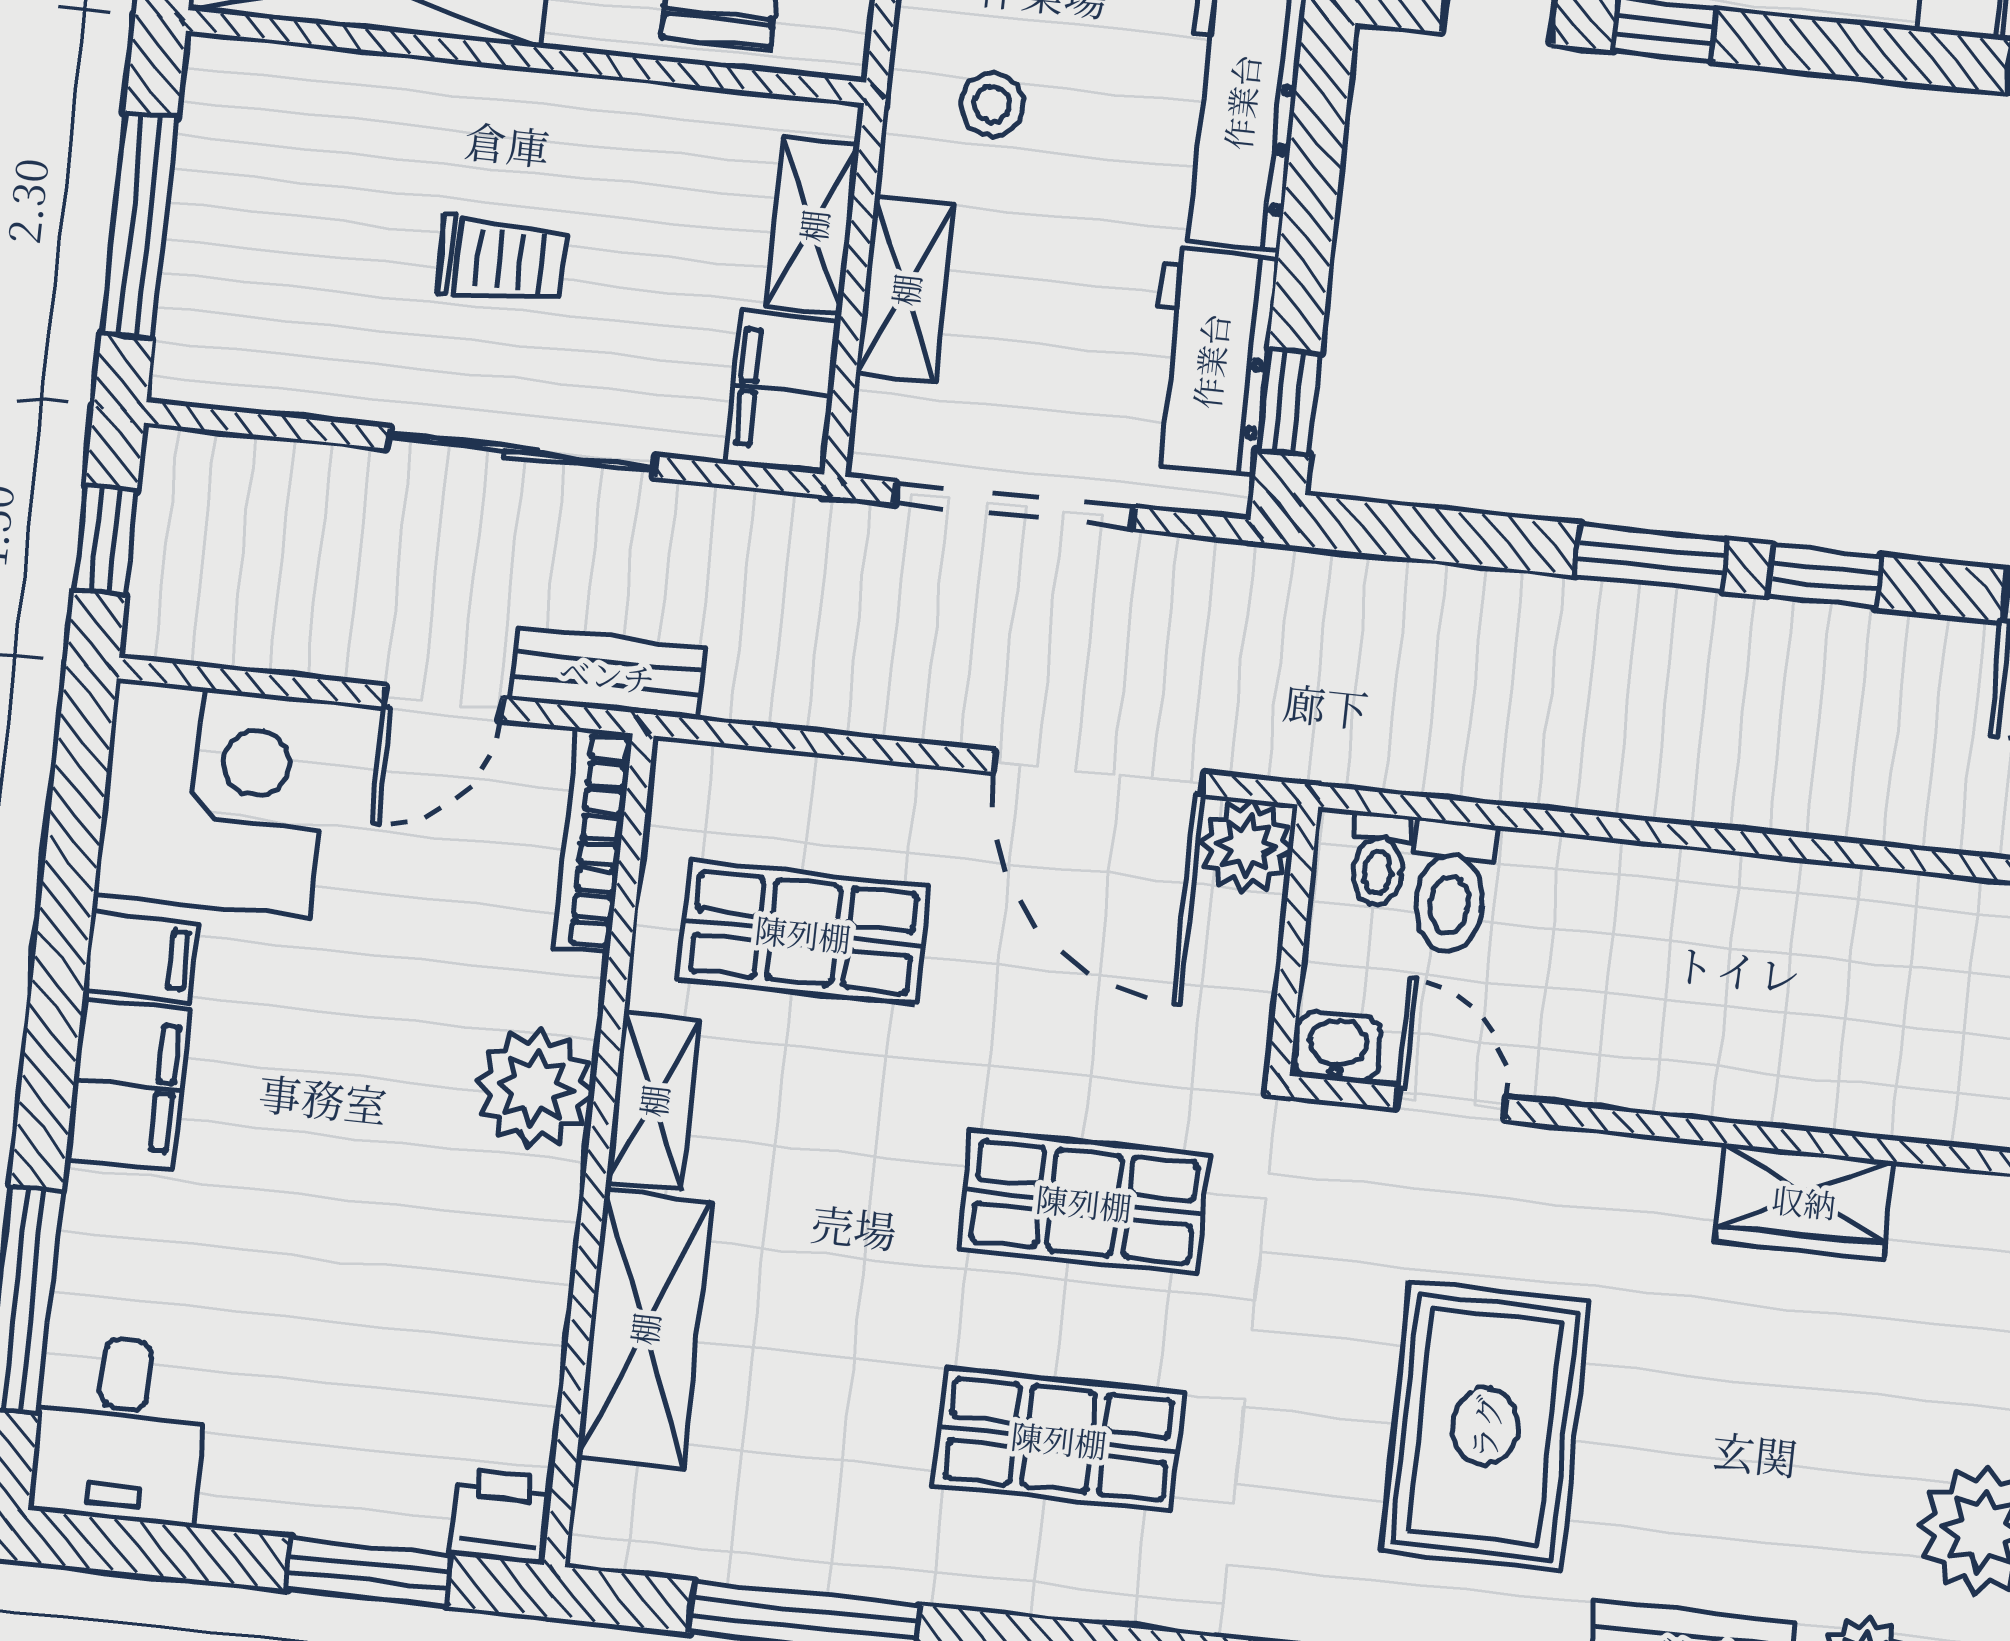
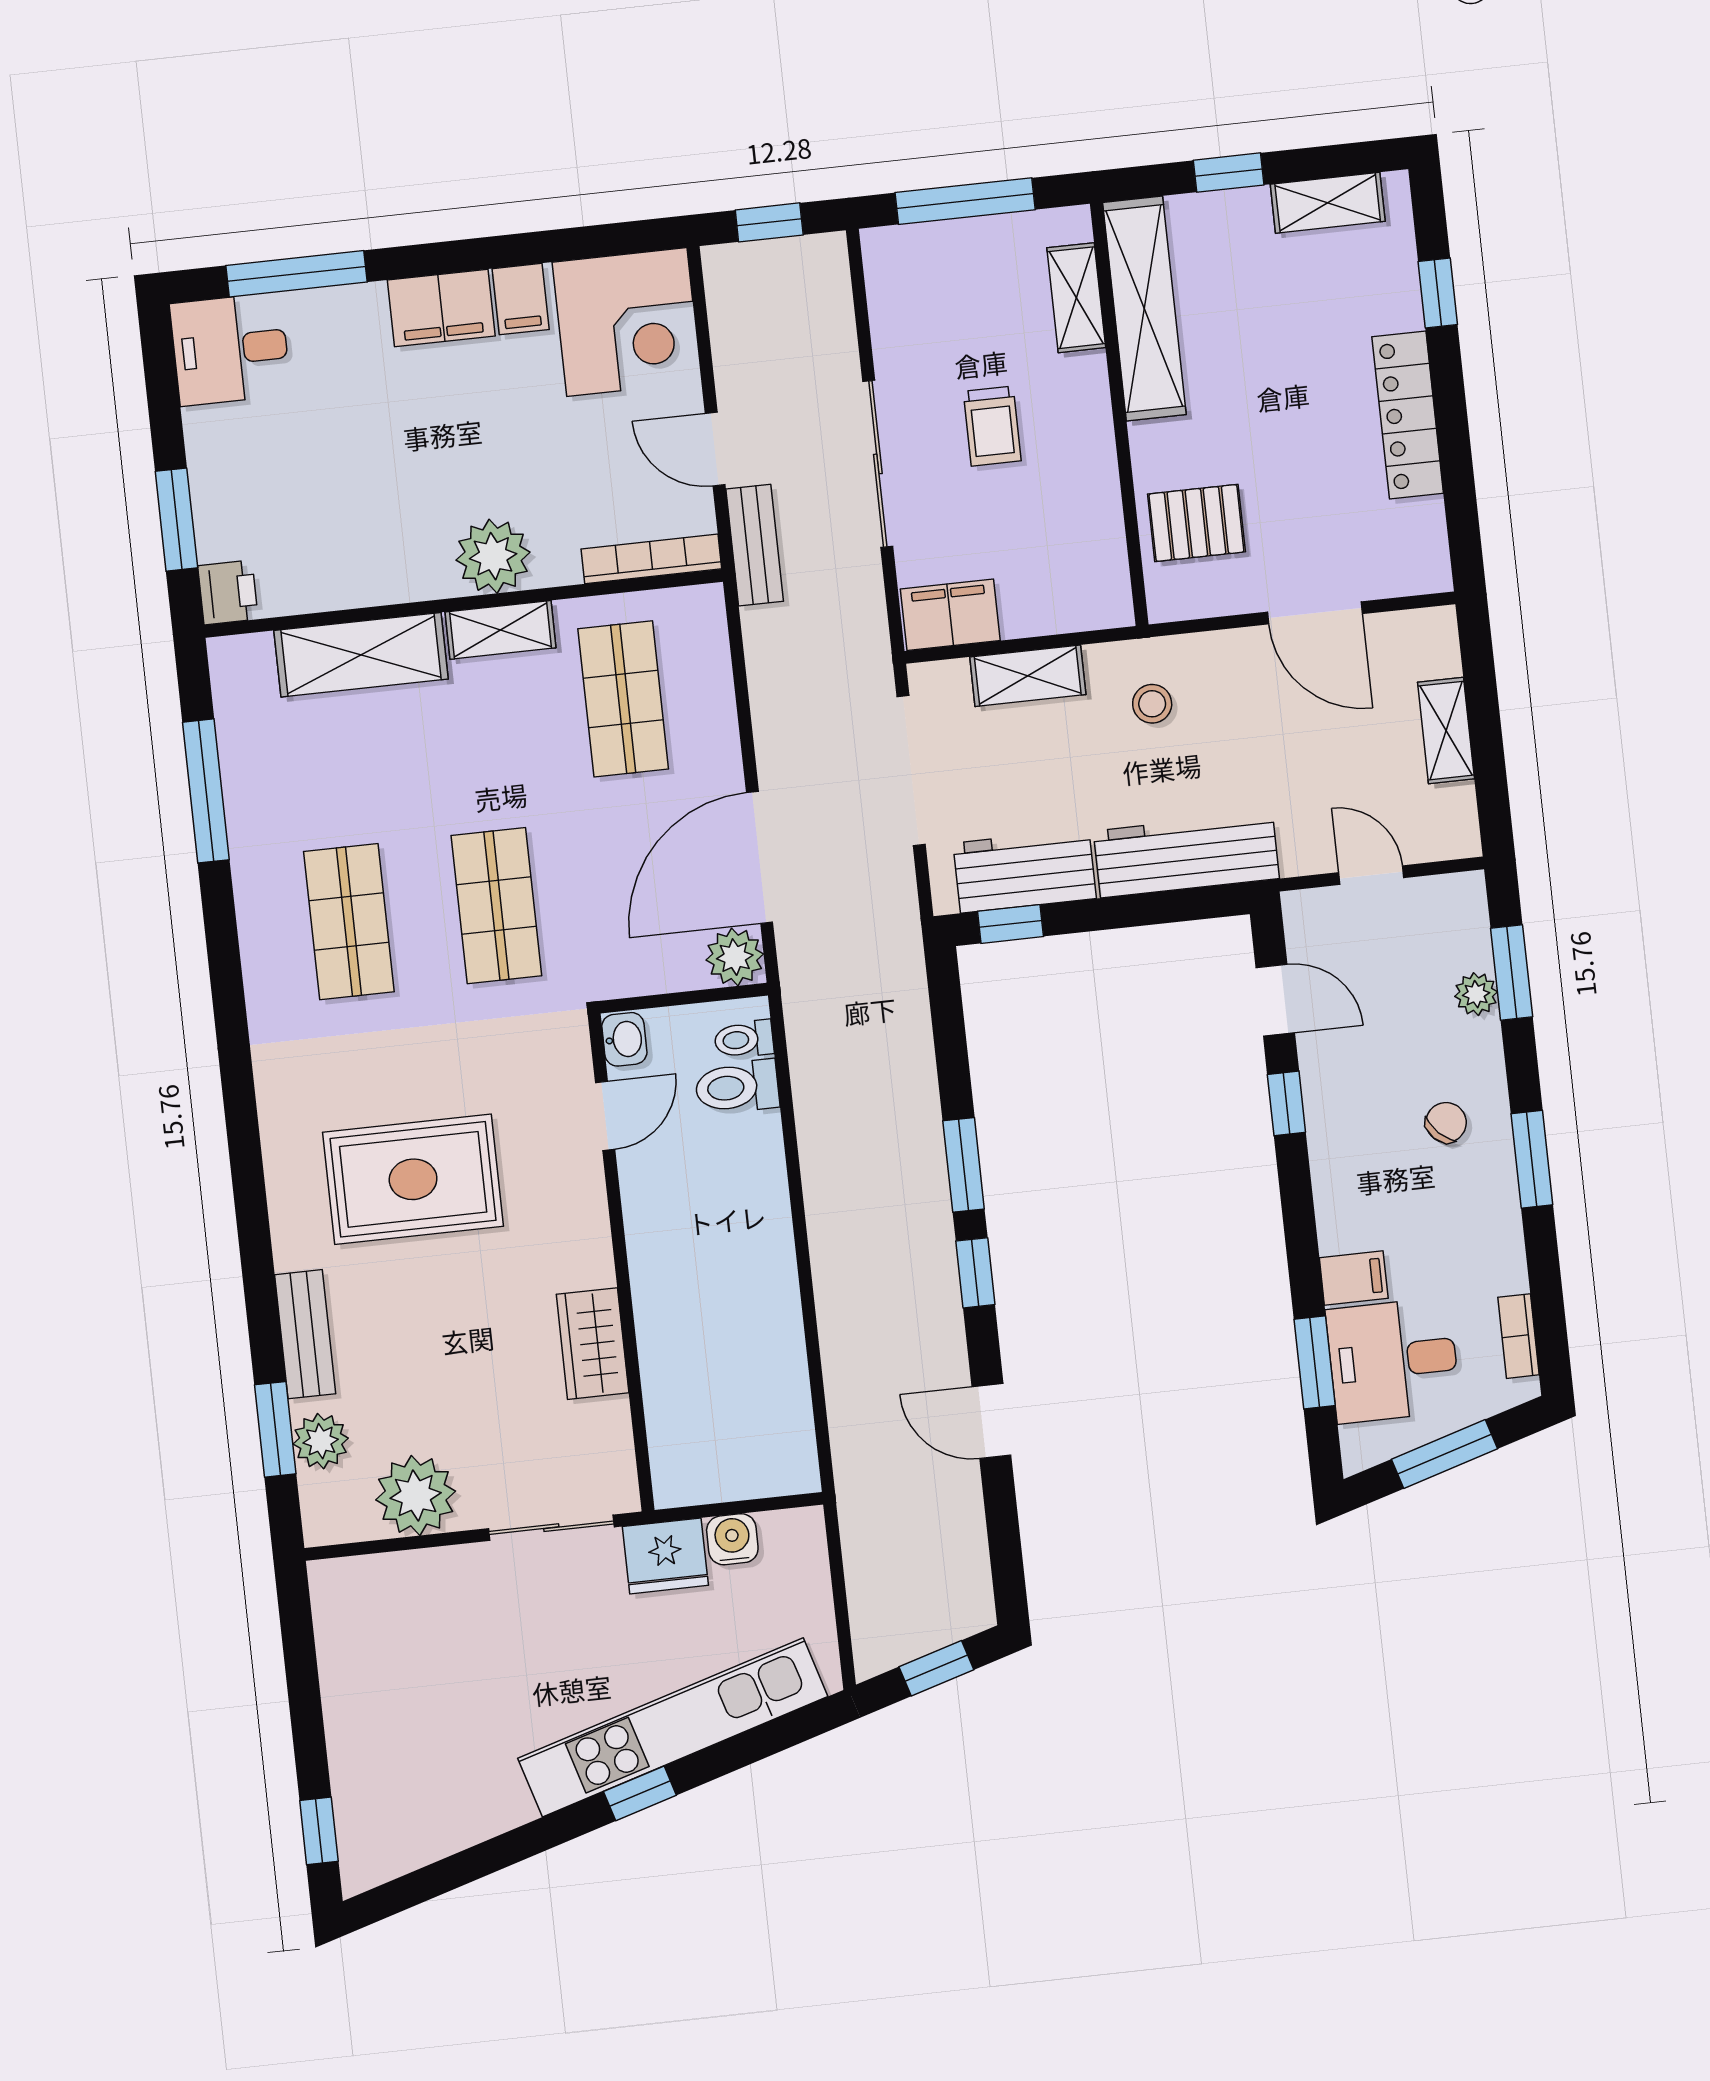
shelving: (813, 226) -> (1076, 298), moved, turned 90

